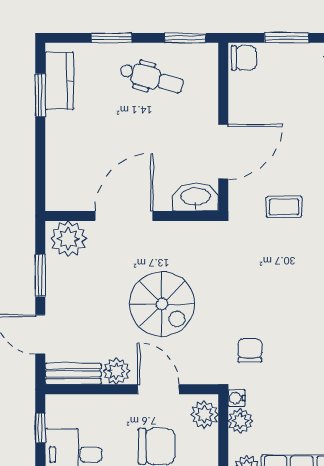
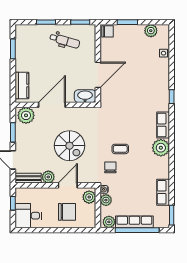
kitchen counter: (59, 81) -> (22, 85), moved
coffee table: (284, 207) -> (120, 149), moved
door: (158, 389) -> (68, 185), hinge flipped

